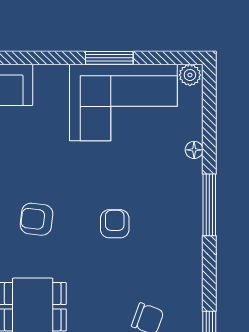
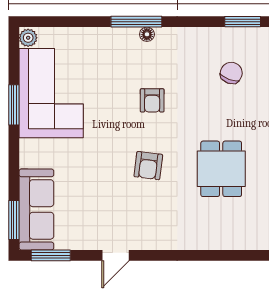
floor lamp: (194, 150) -> (147, 34), moved
armchair: (115, 224) -> (152, 100), turned -90

